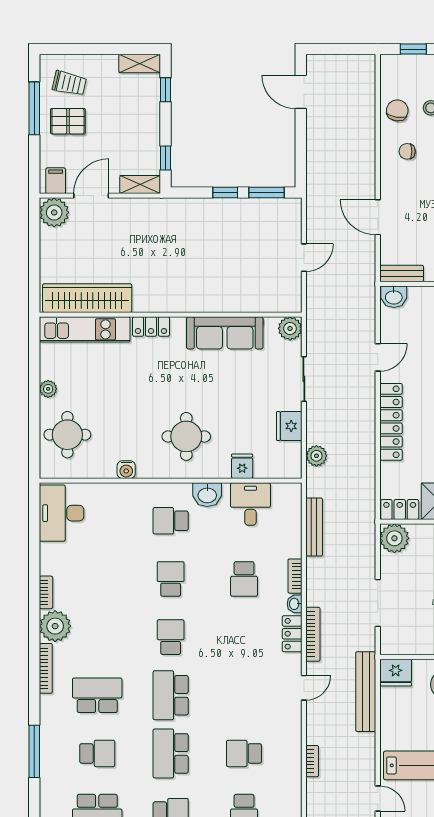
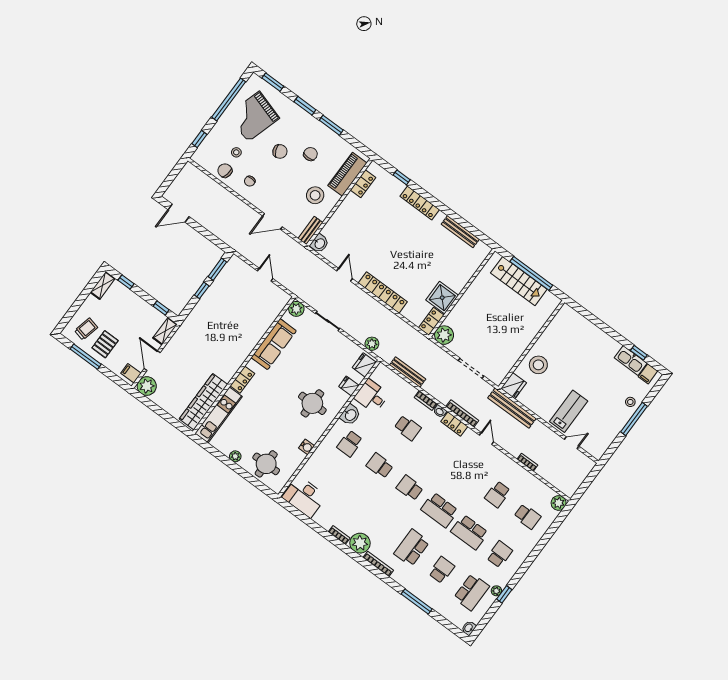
fridge: (289, 426) -> (364, 365), moved, turned 90

